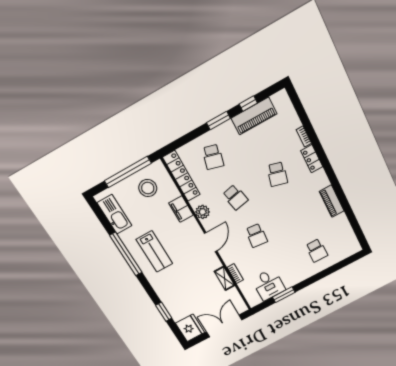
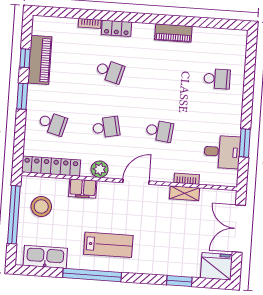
door: (211, 242) -> (136, 182), hinge flipped

